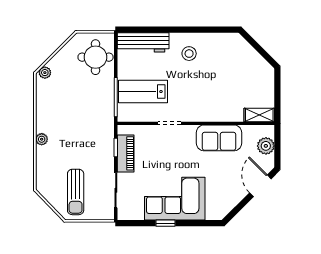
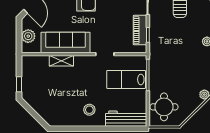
window: (277, 85) -> (19, 84), added
lab bench: (143, 92) -> (126, 79), turned 180
shelving: (259, 115) -> (61, 61), moved
sofa: (219, 138) -> (66, 42), width x1.36

